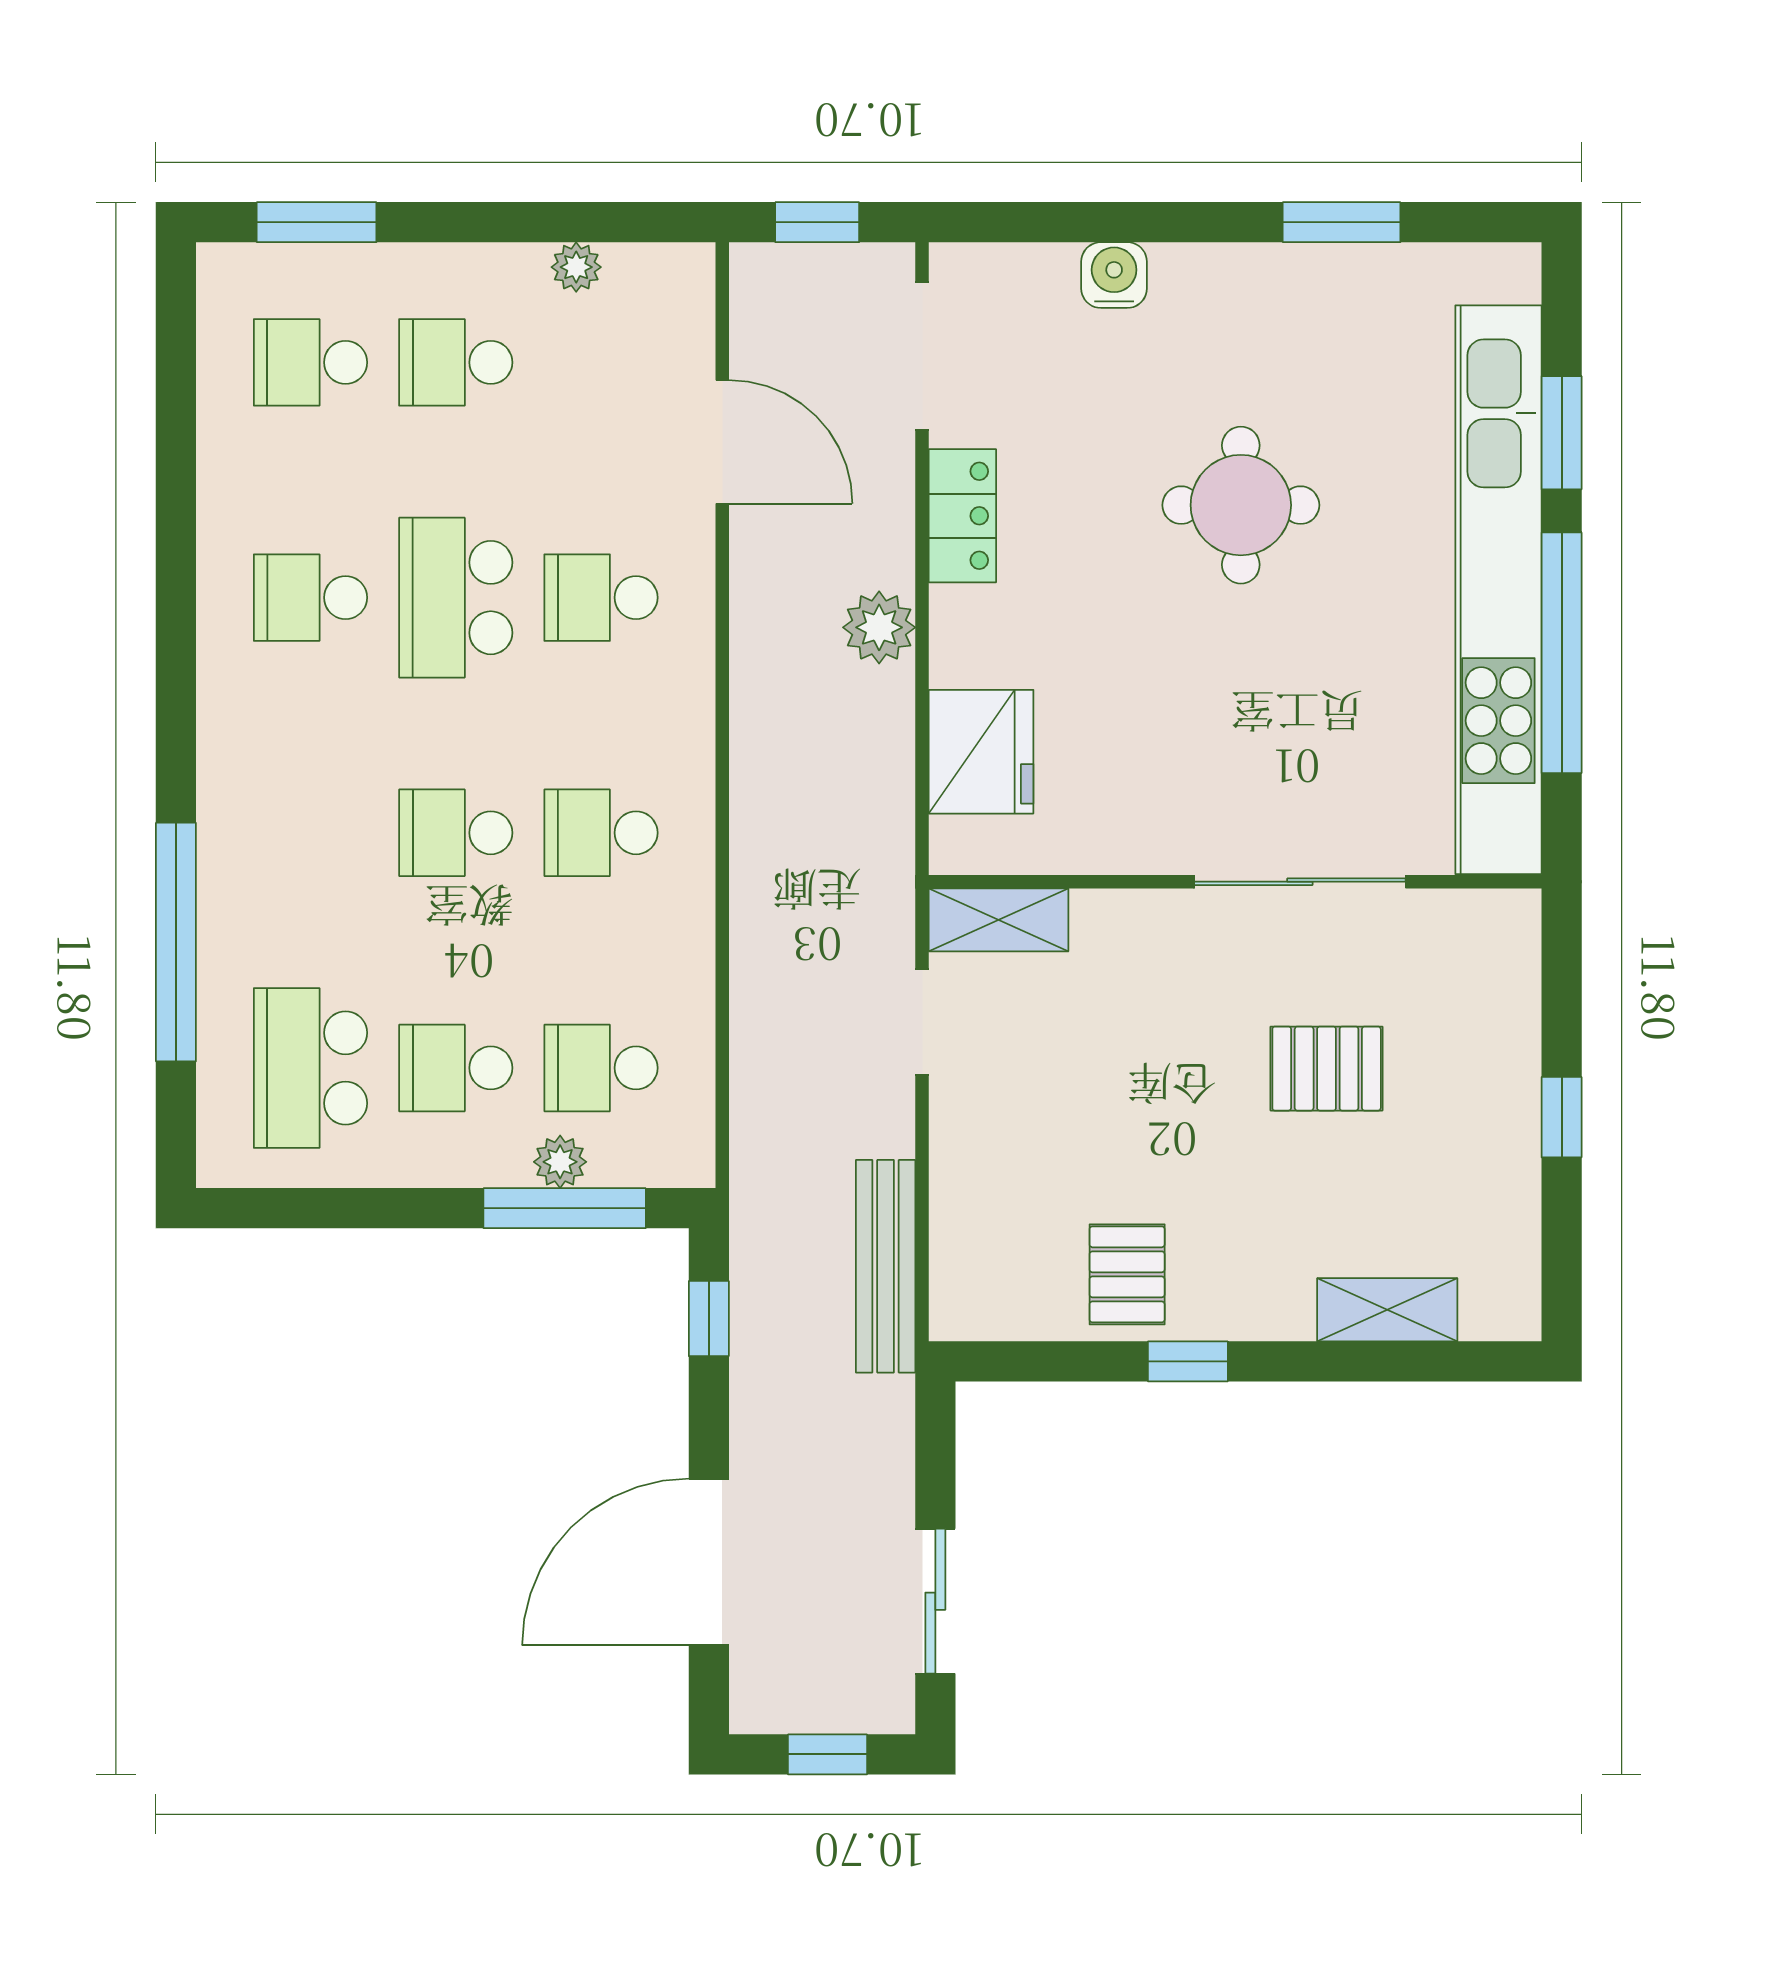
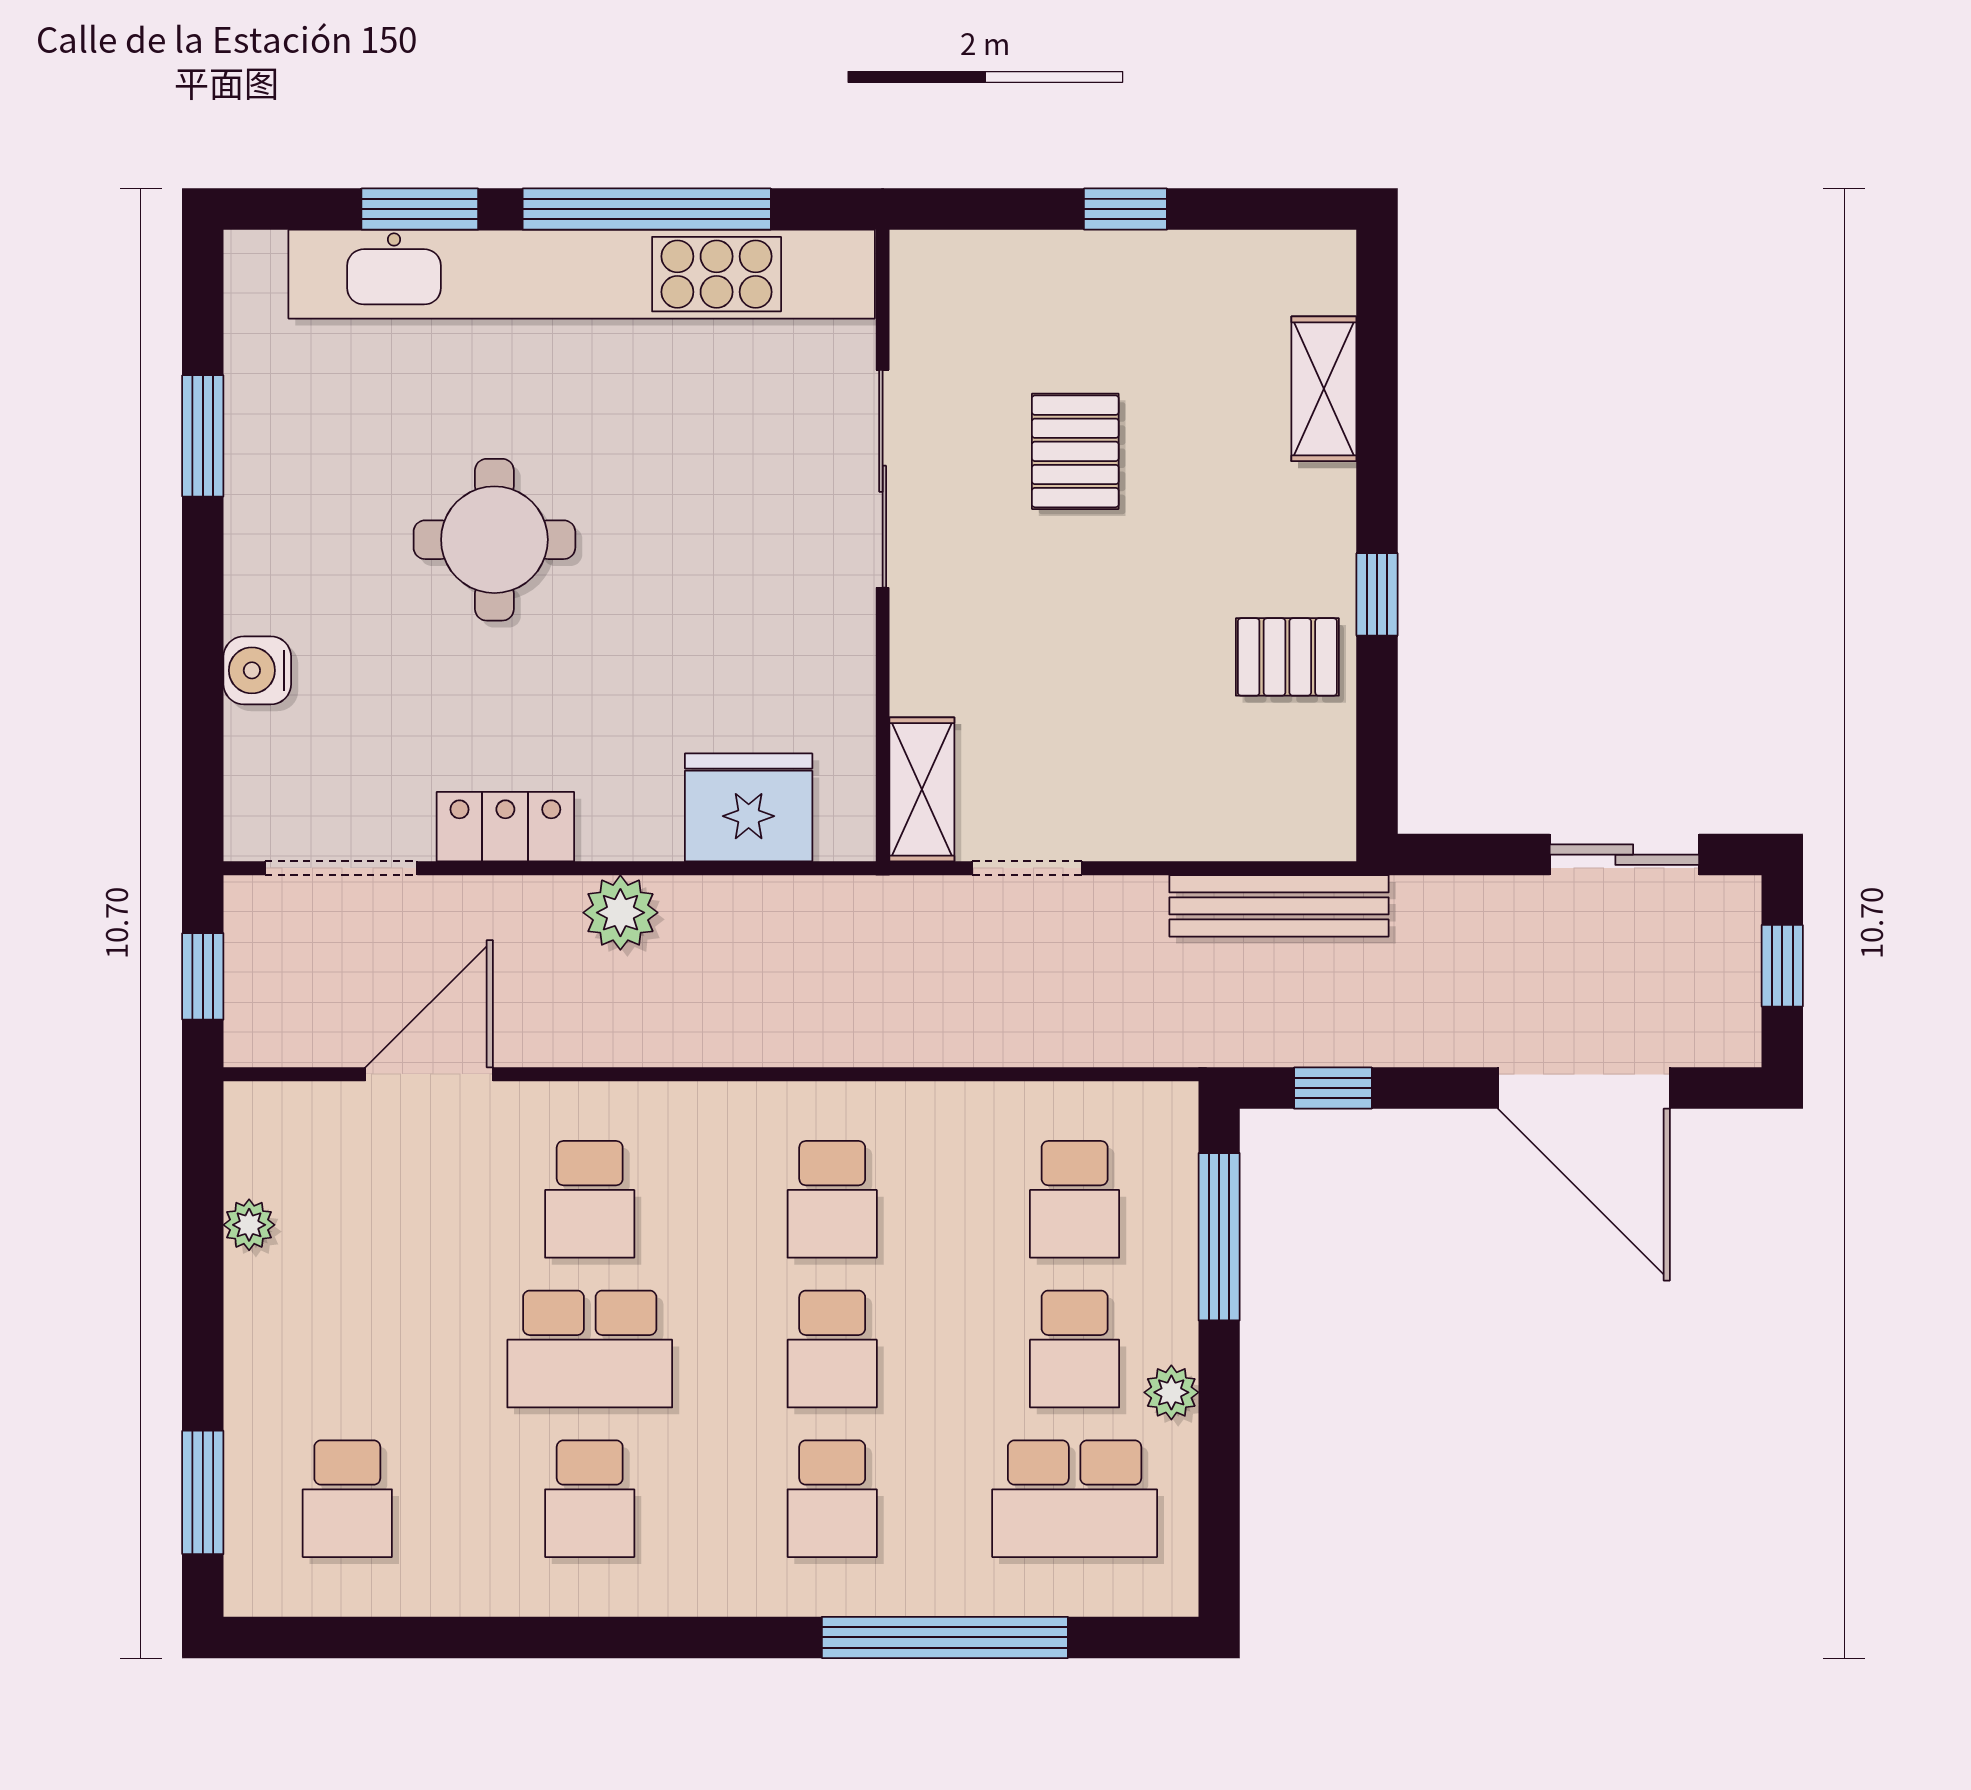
school desk: (456, 362) -> (832, 1499), moved
plant: (560, 1162) -> (1171, 1392), moved

